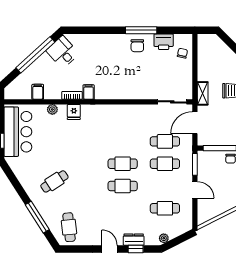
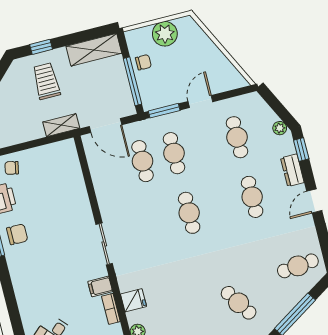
sliding door: (172, 102) -> (104, 244), moved
cafe table: (123, 186) -> (252, 197), moved
window: (136, 249) -> (301, 150), moved

